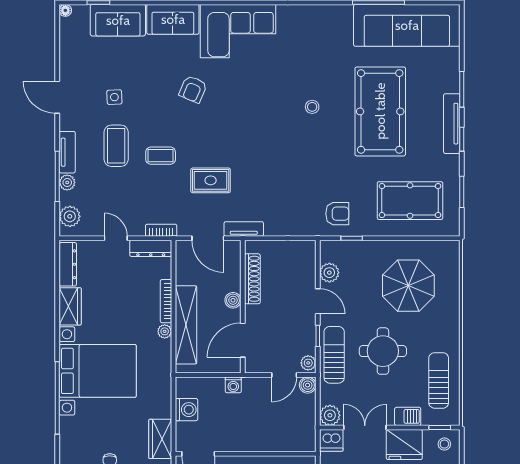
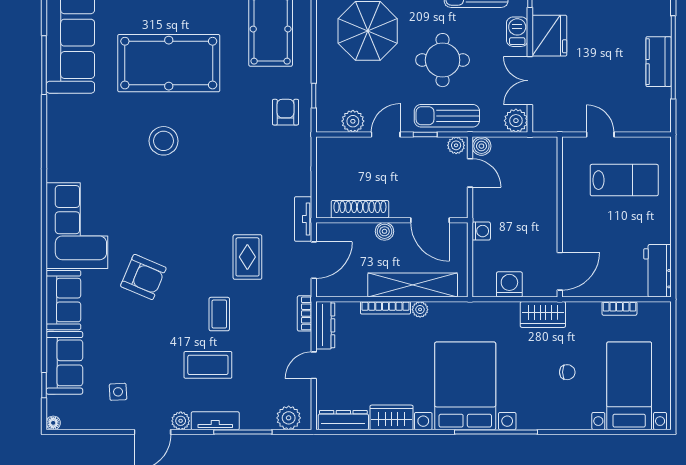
armchair: (193, 89) -> (143, 277), width x1.38, depth x1.38
side table: (114, 97) -> (118, 392), moved
stool: (312, 107) -> (164, 141), width x1.89, depth x1.89
plant: (67, 182) -> (181, 421), moved
dishwasher: (331, 440) -> (545, 119), removed

